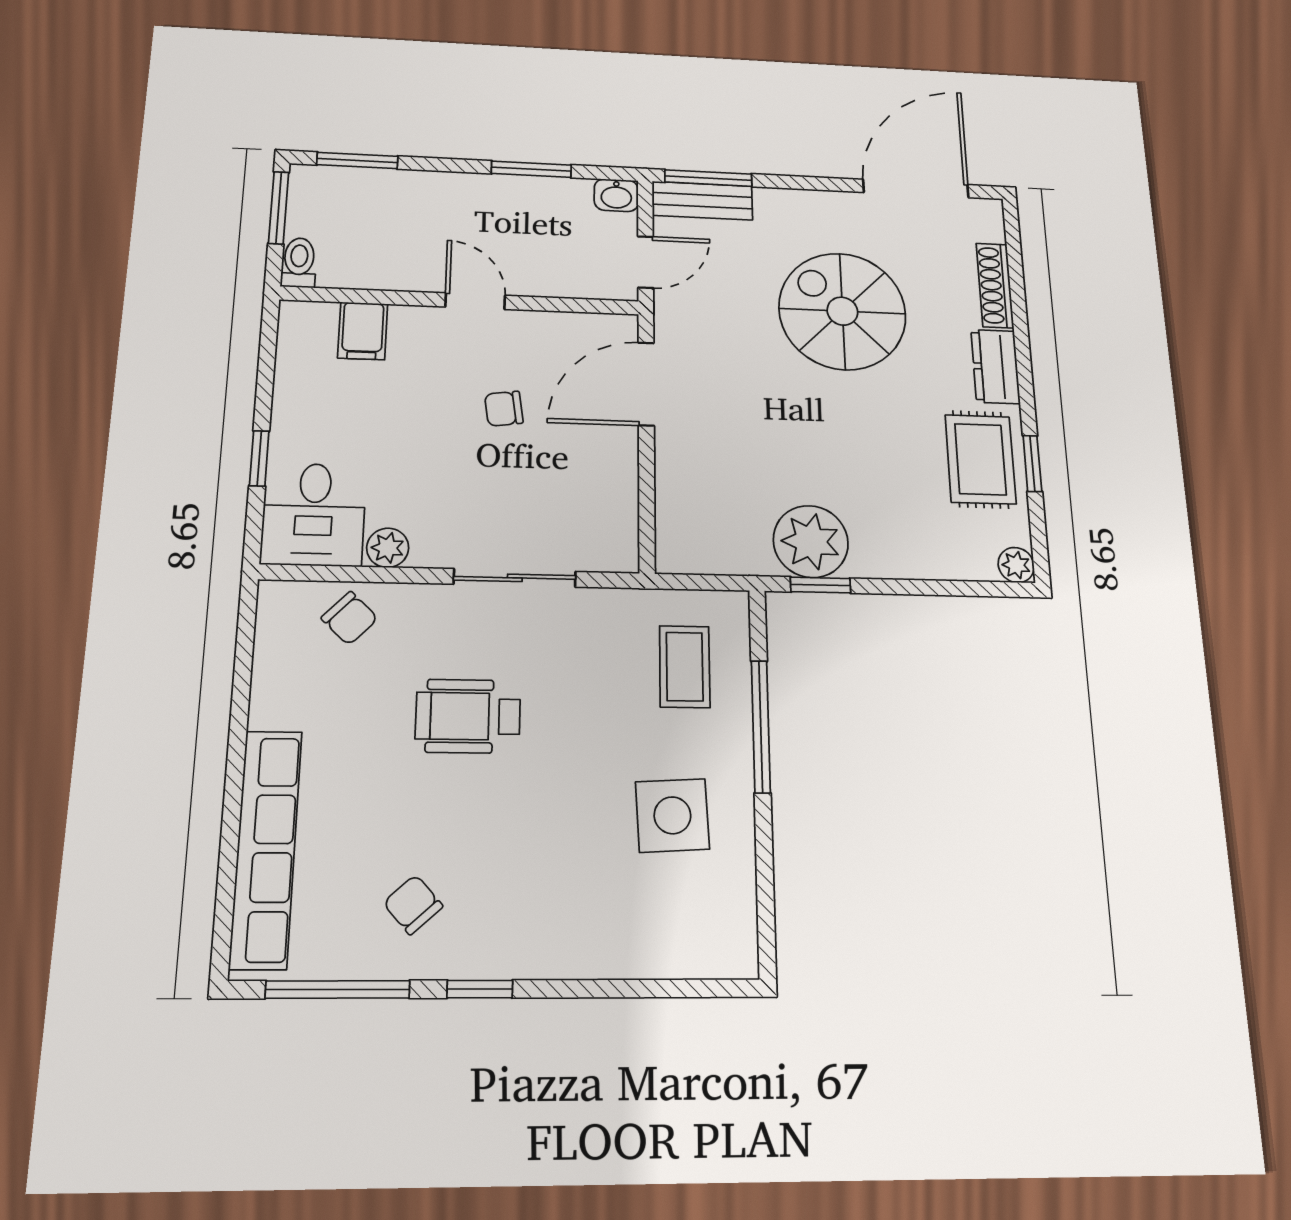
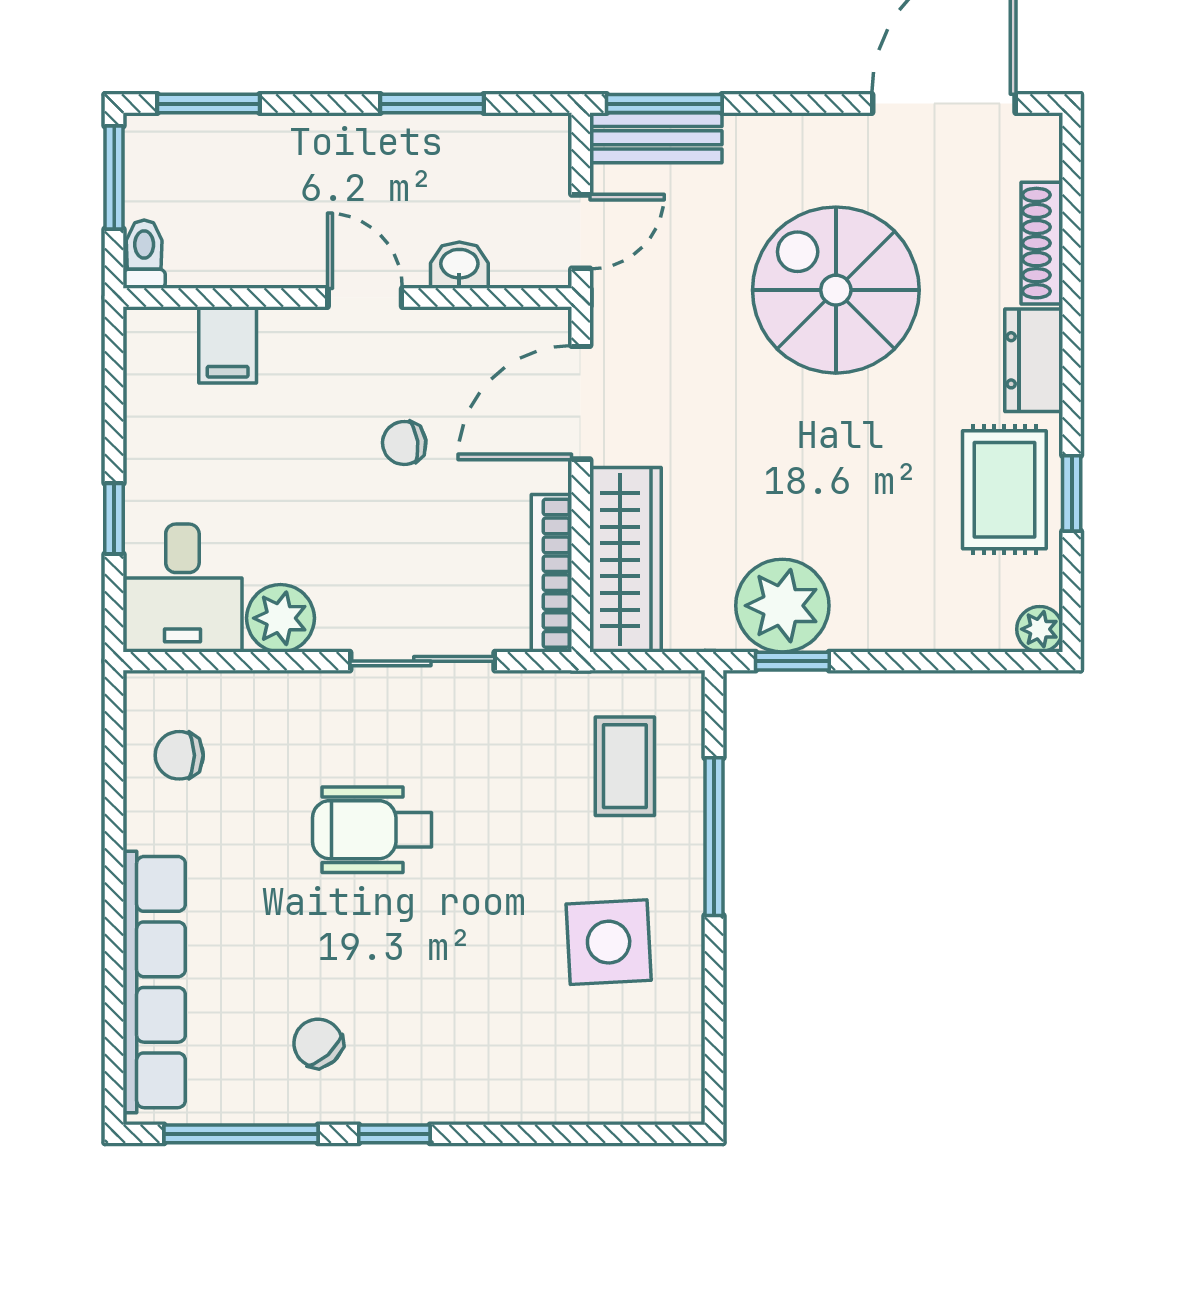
washbasin: (616, 195) -> (459, 265), moved, turned 180
wardrobe: (683, 503) -> (625, 560), added
bookcase: (623, 511) -> (551, 573), added
plant: (388, 548) -> (280, 618), width x1.38, depth x1.38
chair: (350, 618) -> (179, 755), moved, turned 136

